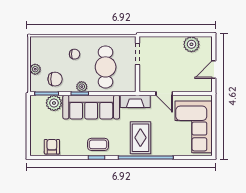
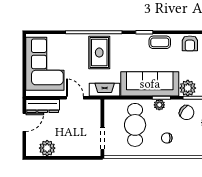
chair: (55, 79) -> (187, 113), turned -144
dresser: (196, 85) -> (43, 106), added
coffee table: (98, 144) -> (160, 42), moved

